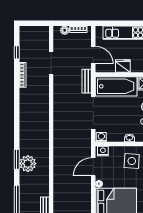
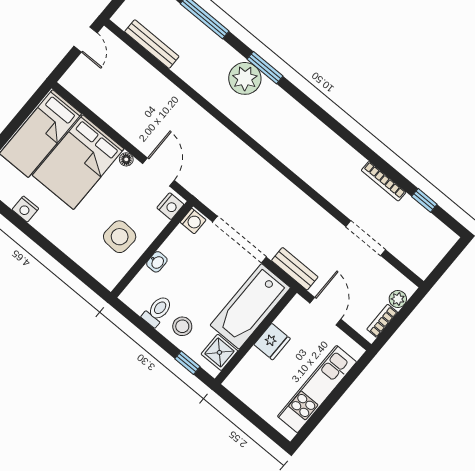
door: (93, 55) -> (325, 311), swing flipped

